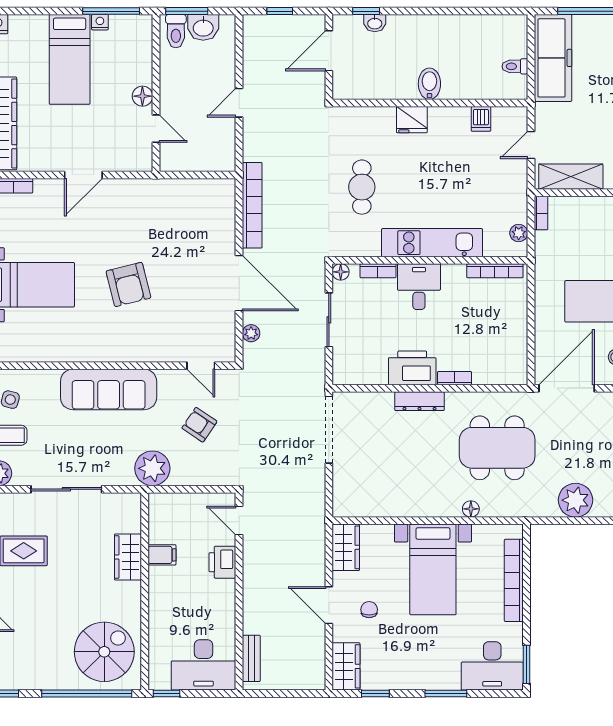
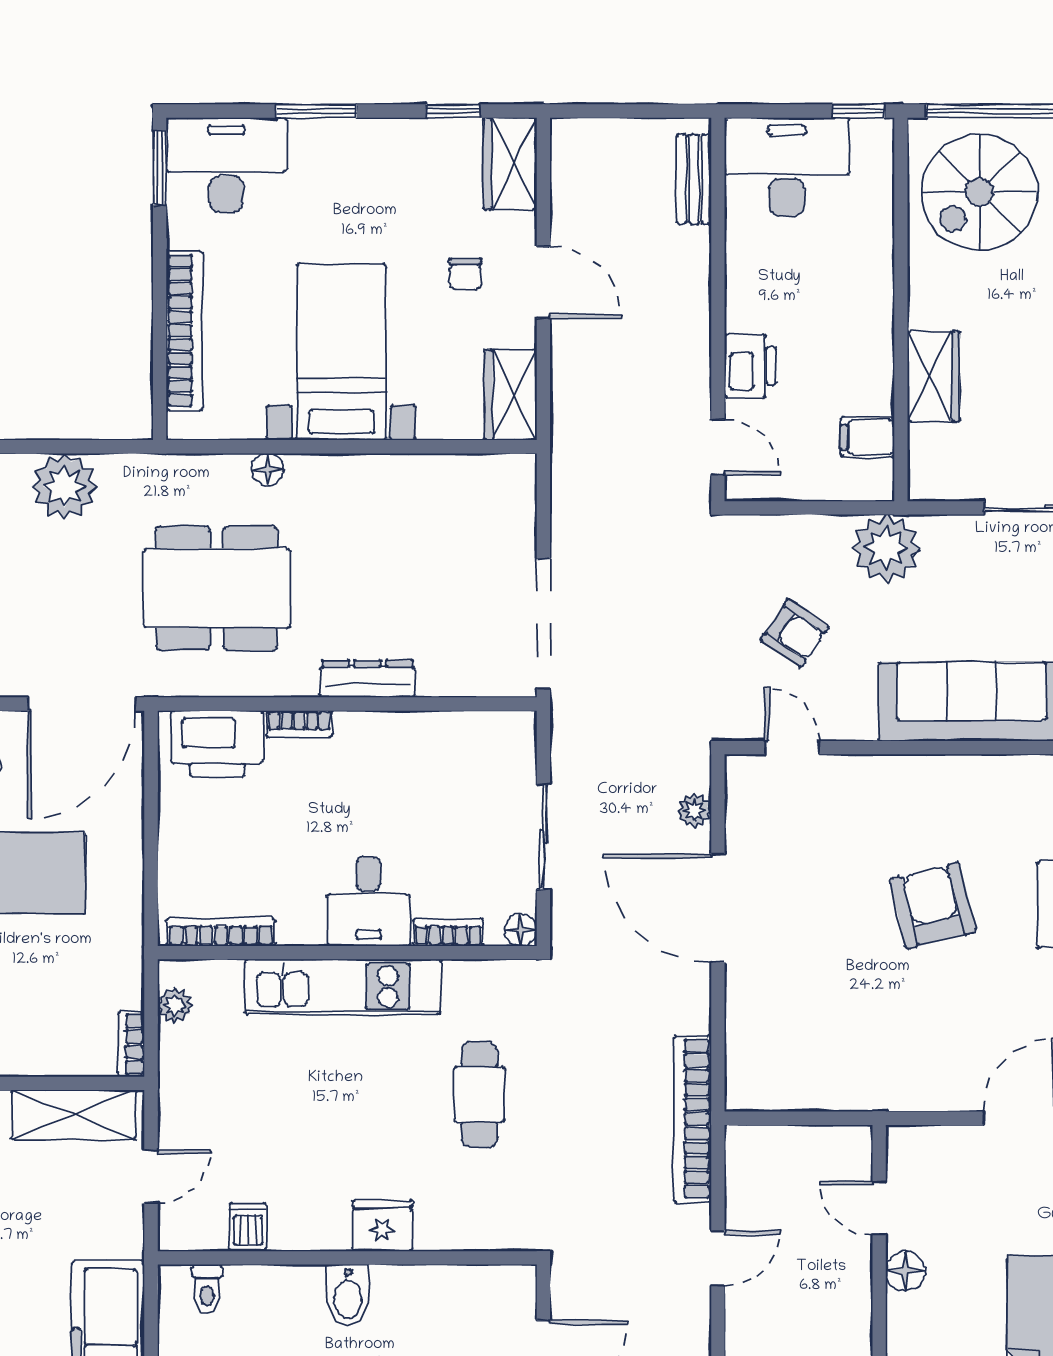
toilet: (515, 66) -> (207, 1289), moved, turned 90
bookcase: (252, 205) -> (692, 1119), moved
printer: (412, 368) -> (217, 744), moved
filing cabinet: (162, 555) -> (868, 437), moved

